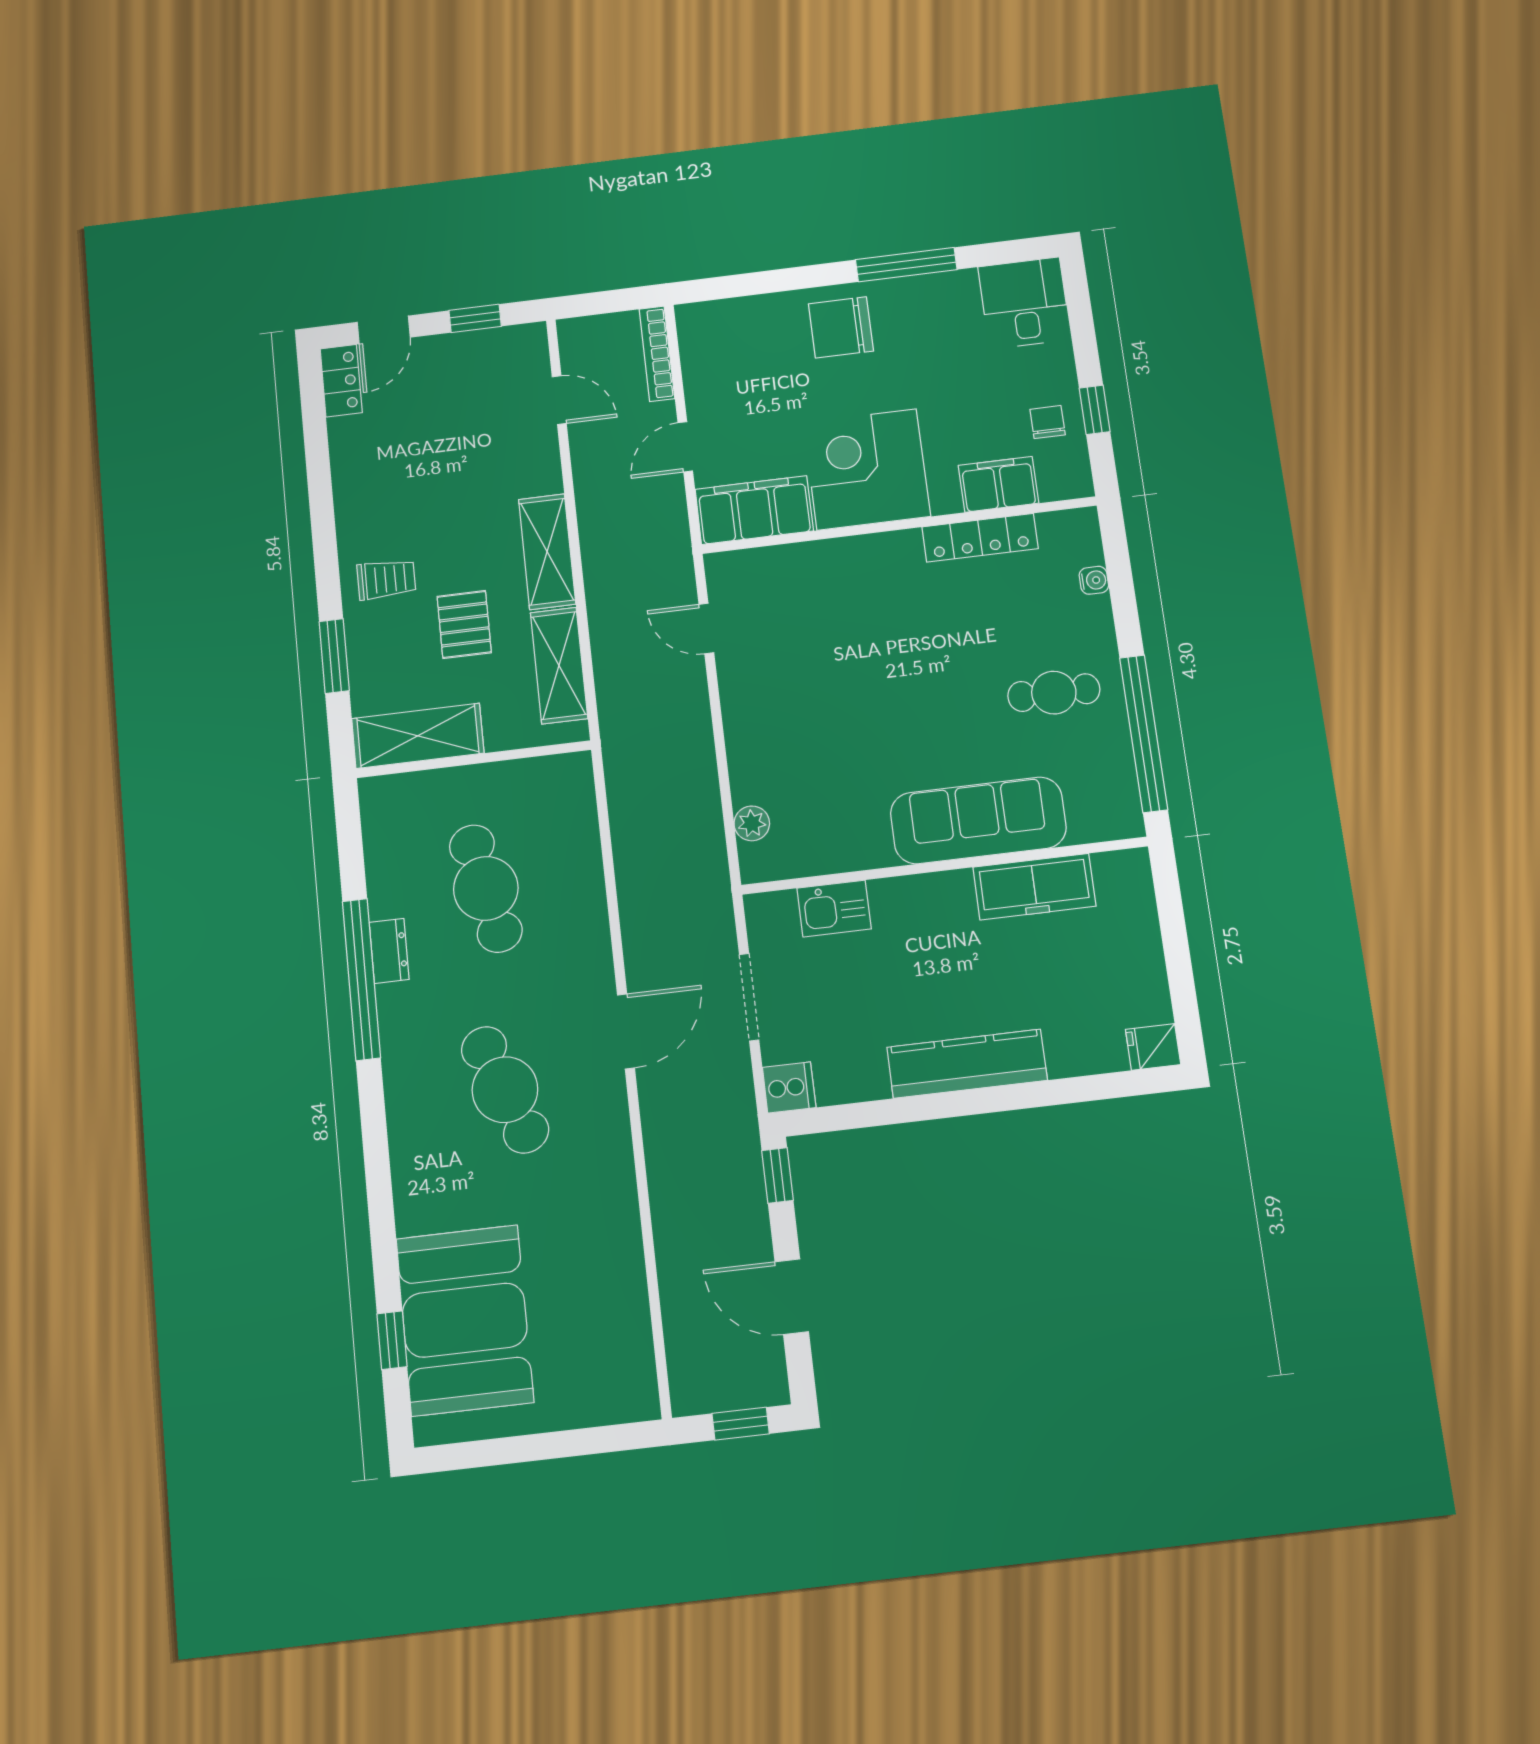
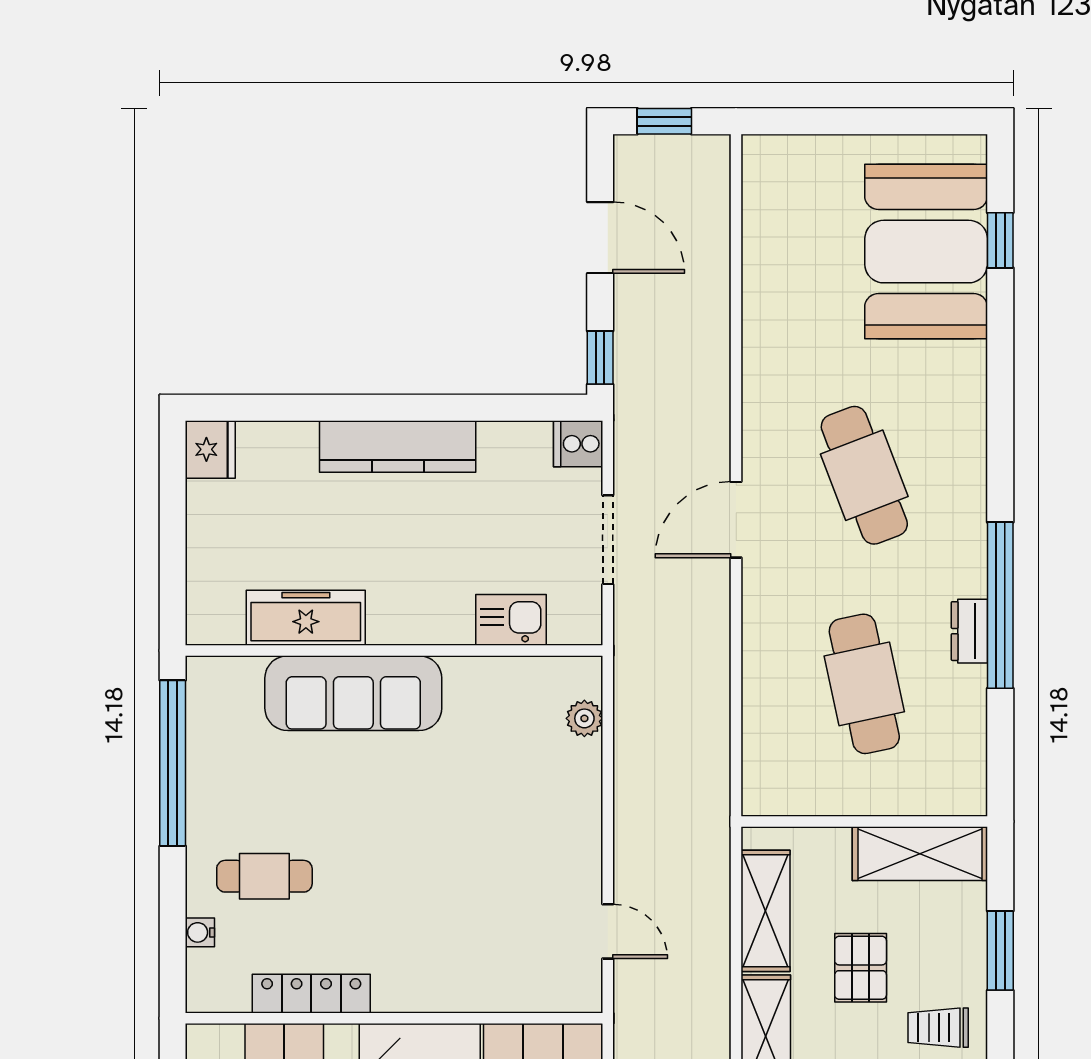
cafe table: (1054, 693) -> (264, 876), moved
fridge: (1153, 1047) -> (210, 449), width x1.38

